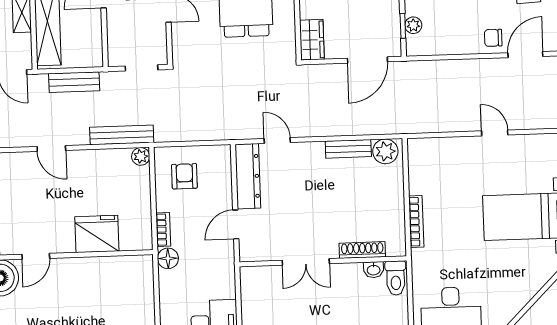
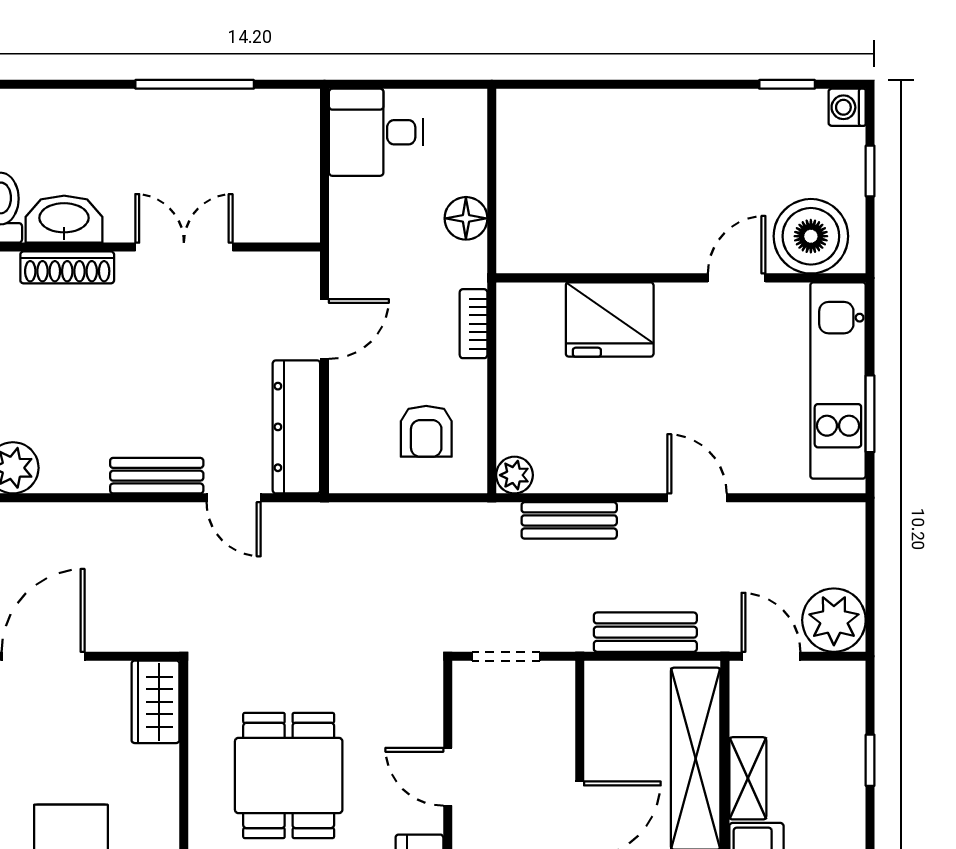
bench: (122, 135) -> (569, 520), width x0.73
bench: (348, 149) -> (157, 476), moved
floor lamp: (168, 258) -> (466, 218), moved
washbasin: (374, 270) -> (64, 219), width x1.91, depth x1.45

